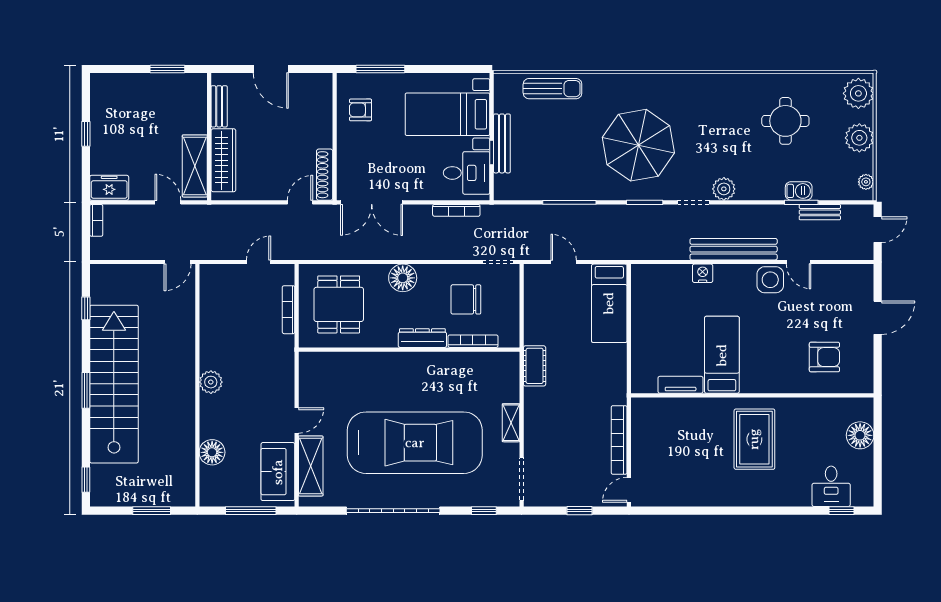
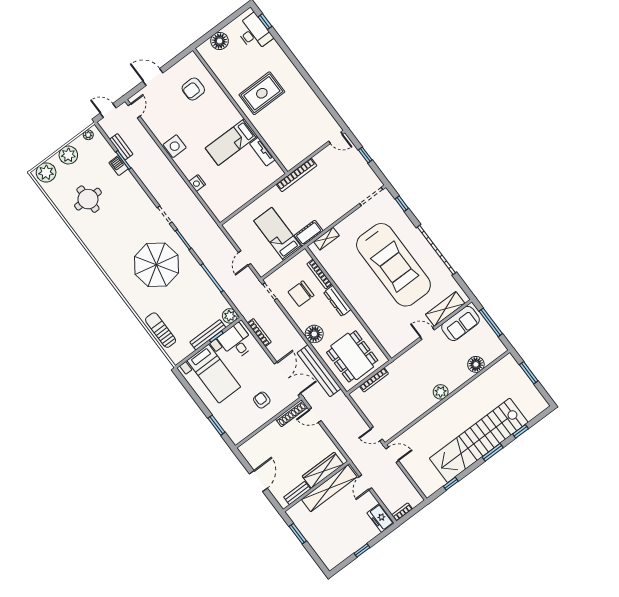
window: (380, 69) -> (216, 425), width x0.69
armchair: (360, 110) -> (262, 400), moved, turned 180
shelving: (195, 166) -> (329, 488), width x1.47
plant: (724, 189) -> (230, 316), moved
bench: (734, 249) -> (319, 371), moved
door: (259, 262) -> (377, 434), moved
door: (799, 262) -> (134, 111), moved
chair: (466, 299) -> (301, 294), turned 90
bed: (609, 303) -> (278, 234), moved, turned -90
dining table: (339, 304) -> (352, 356), width x1.38
armchair: (824, 357) -> (193, 89), turned -91
shelving: (511, 423) -> (326, 239), moved
bookcase: (619, 440) -> (297, 175), moved
car: (415, 443) -> (393, 265), turned 180
window: (86, 480) -> (520, 431), moved
desk: (831, 486) -> (254, 33), width x1.37

